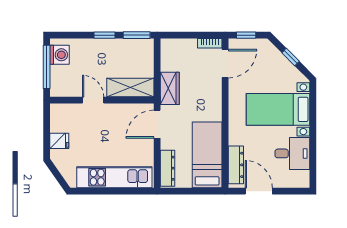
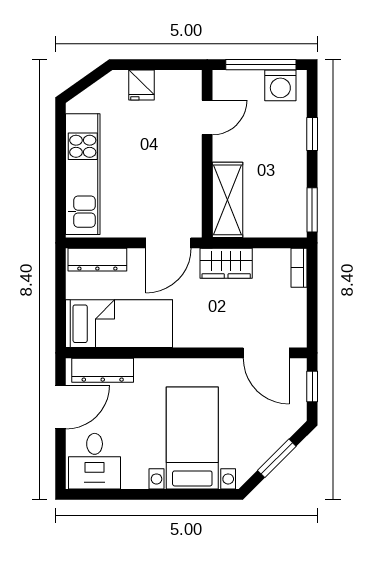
window: (104, 35) -> (312, 134), moved
bookcase: (210, 43) -> (299, 268), moved
window: (291, 57) -> (277, 458), width x1.50
door: (93, 100) -> (207, 117), moved
door: (157, 124) -> (168, 243), swing flipped
desk: (292, 153) -> (95, 461), moved

